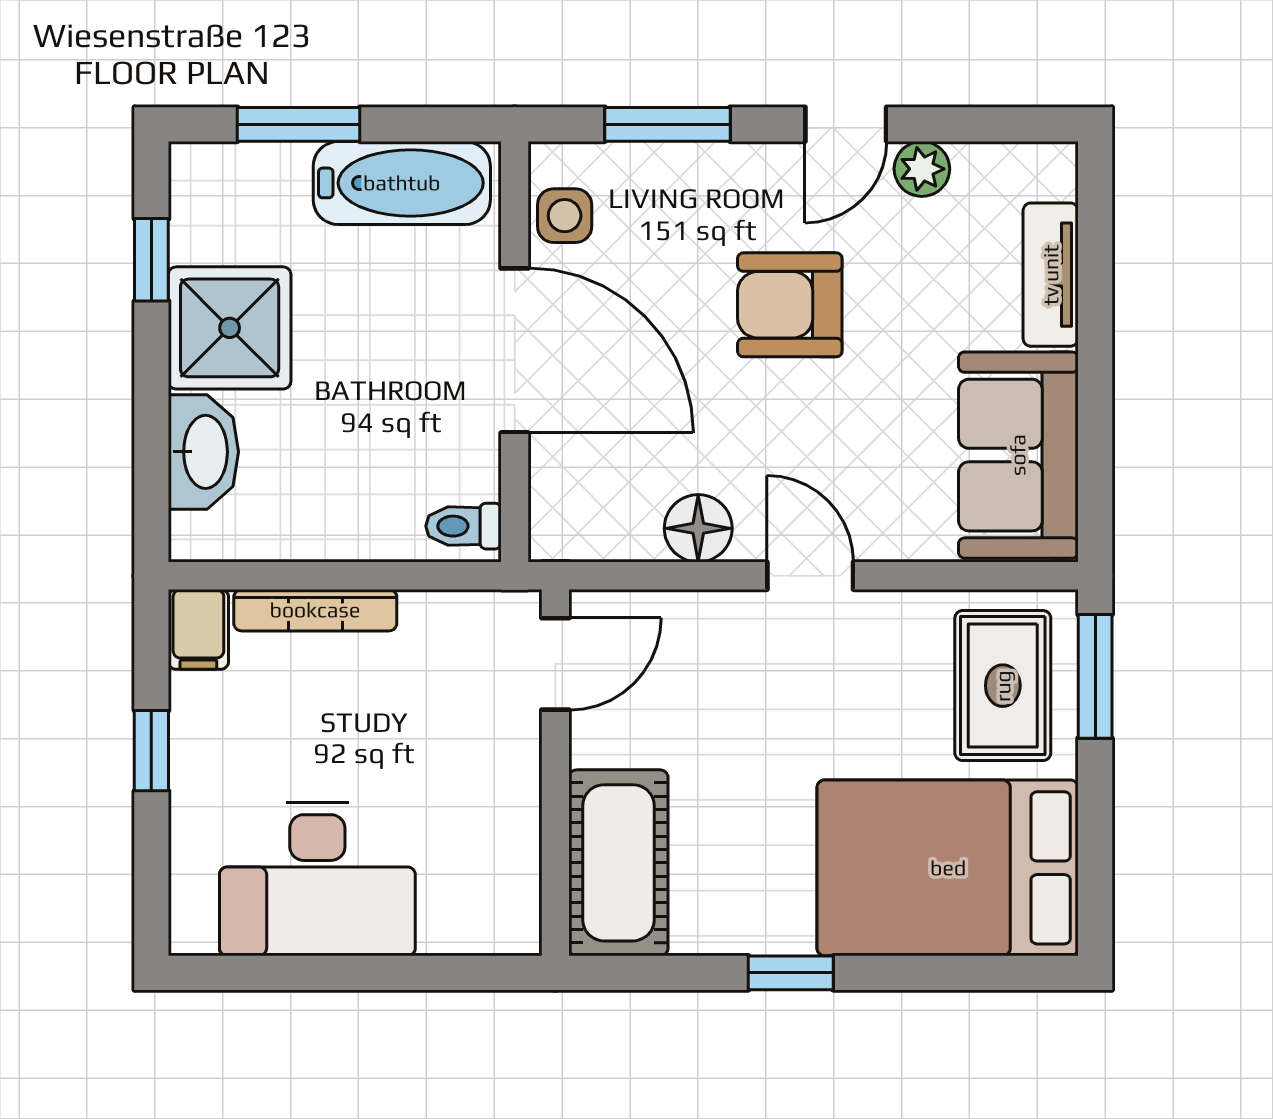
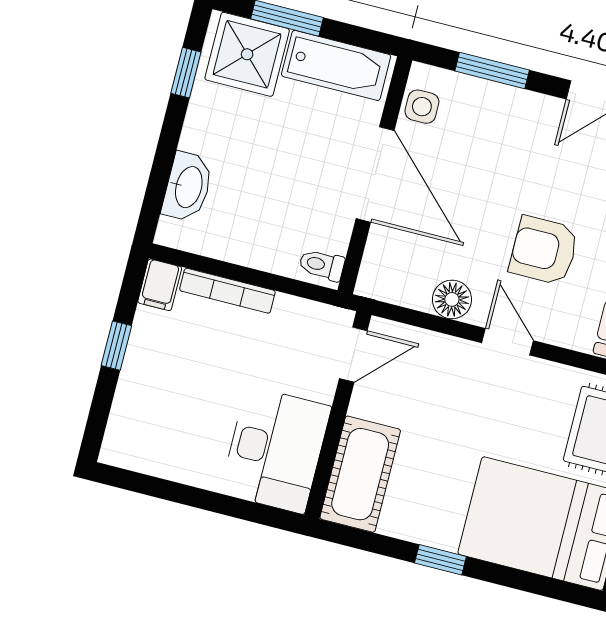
armchair: (790, 305) -> (544, 250), moved
shower: (230, 328) -> (247, 54), moved
desk: (317, 879) -> (275, 450), moved, turned -90

